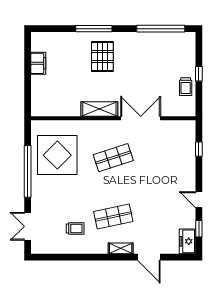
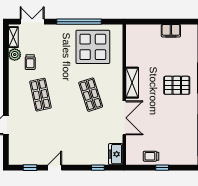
freezer: (188, 241) -> (116, 154), moved, turned -90
plant: (66, 247) -> (15, 55), added
shelving: (121, 248) -> (13, 37), moved

